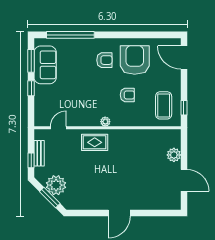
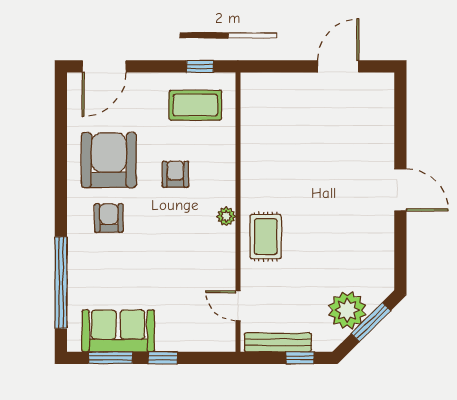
armchair: (135, 60) -> (109, 160), turned 90
bench: (39, 153) -> (278, 342), width x1.36
plant: (174, 155) -> (290, 86), removed

